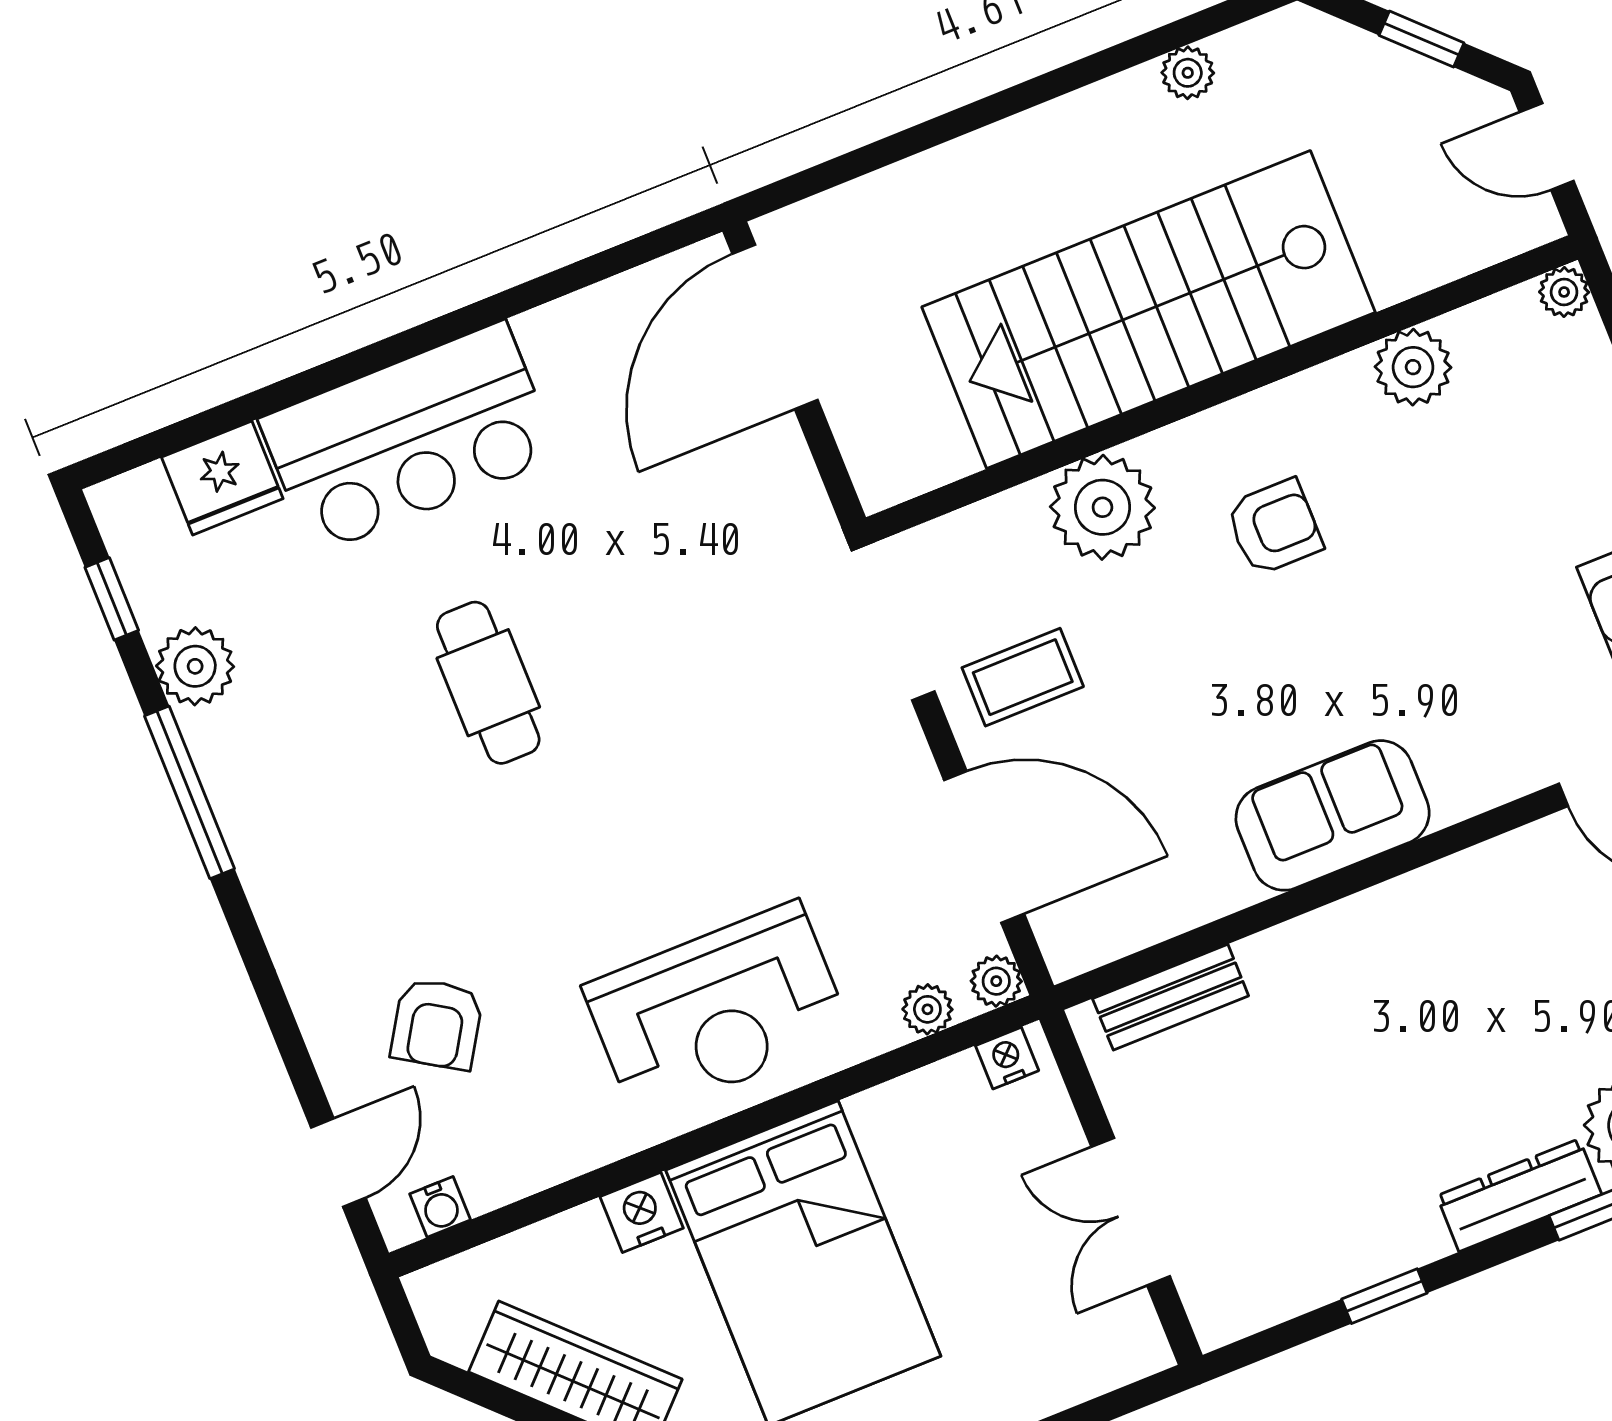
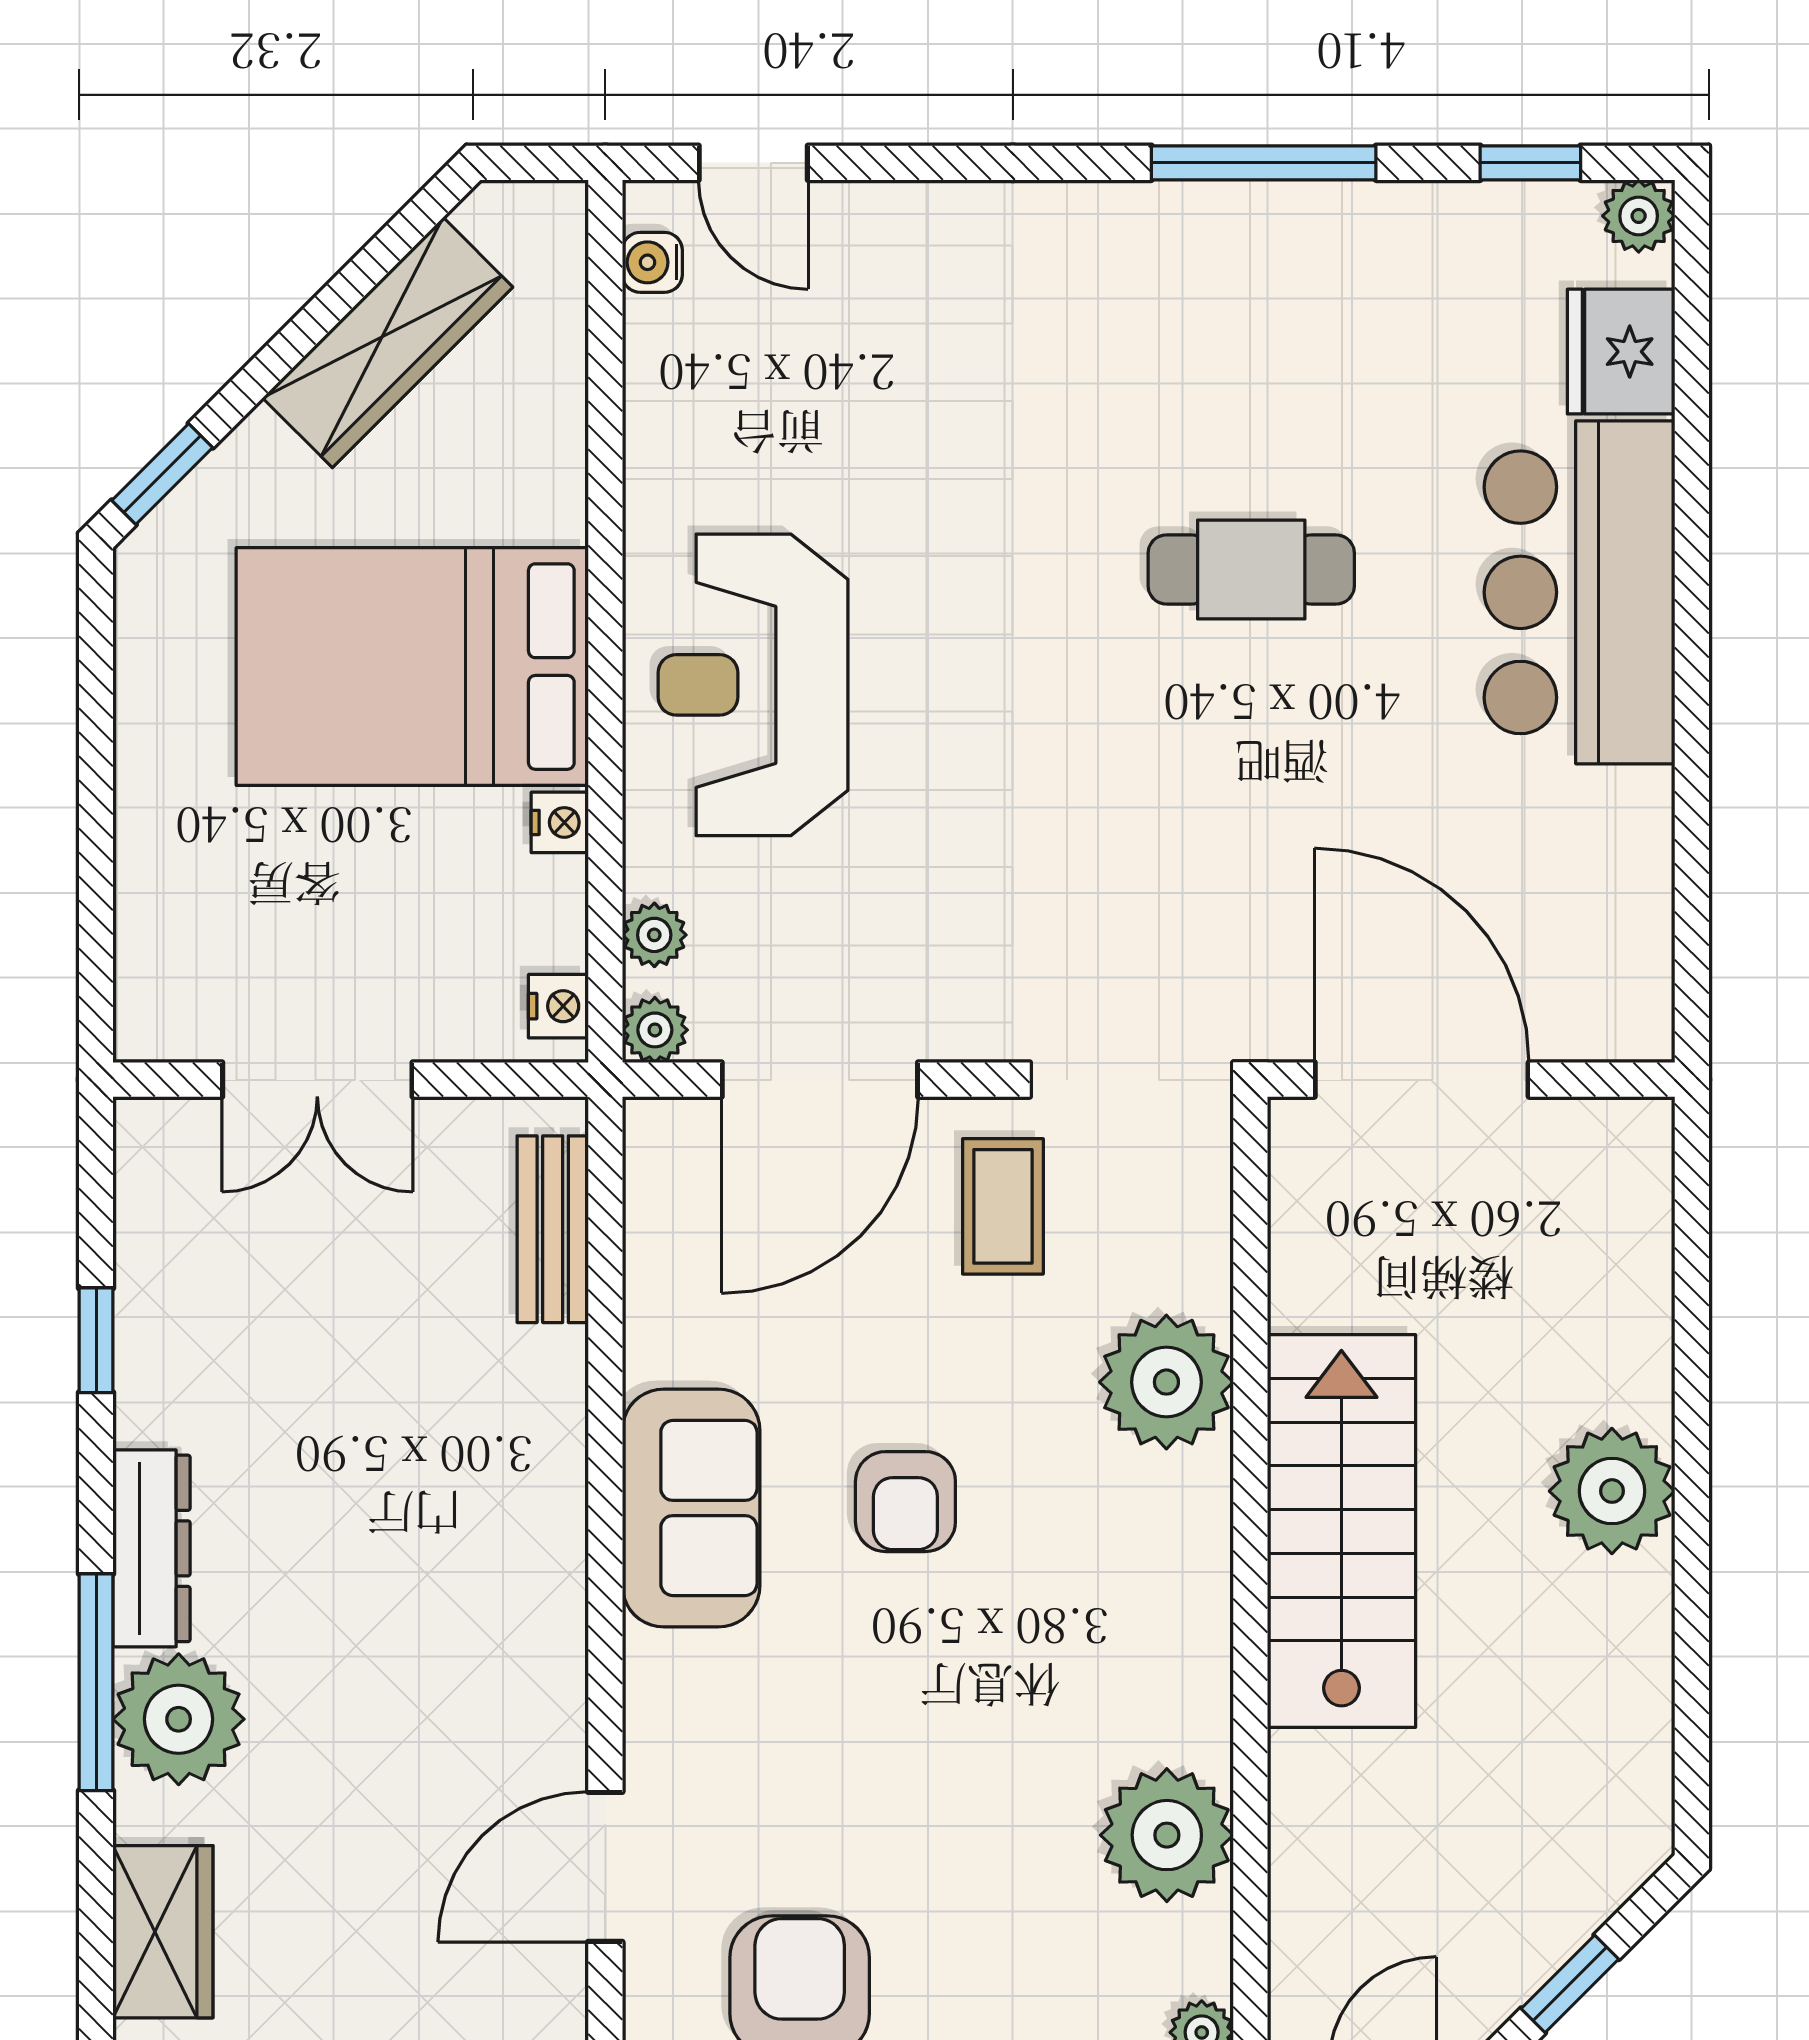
plant: (1188, 73) -> (1612, 1491), moved, width x1.88, depth x1.88
stairs: (1149, 310) -> (1341, 1531), width x0.73, depth x0.66
door: (775, 327) -> (1422, 1080), moved
plant: (1413, 367) -> (1167, 1835), width x1.36, depth x1.36
armchair: (1274, 527) -> (905, 1502), moved
plant: (195, 666) -> (1639, 216), moved, width x0.73, depth x0.73
armchair: (437, 1024) -> (871, 346), removed
nightstand: (642, 1212) -> (560, 822), moved, width x0.72, depth x0.74
double door: (1131, 1212) -> (317, 1080), swing flipped

